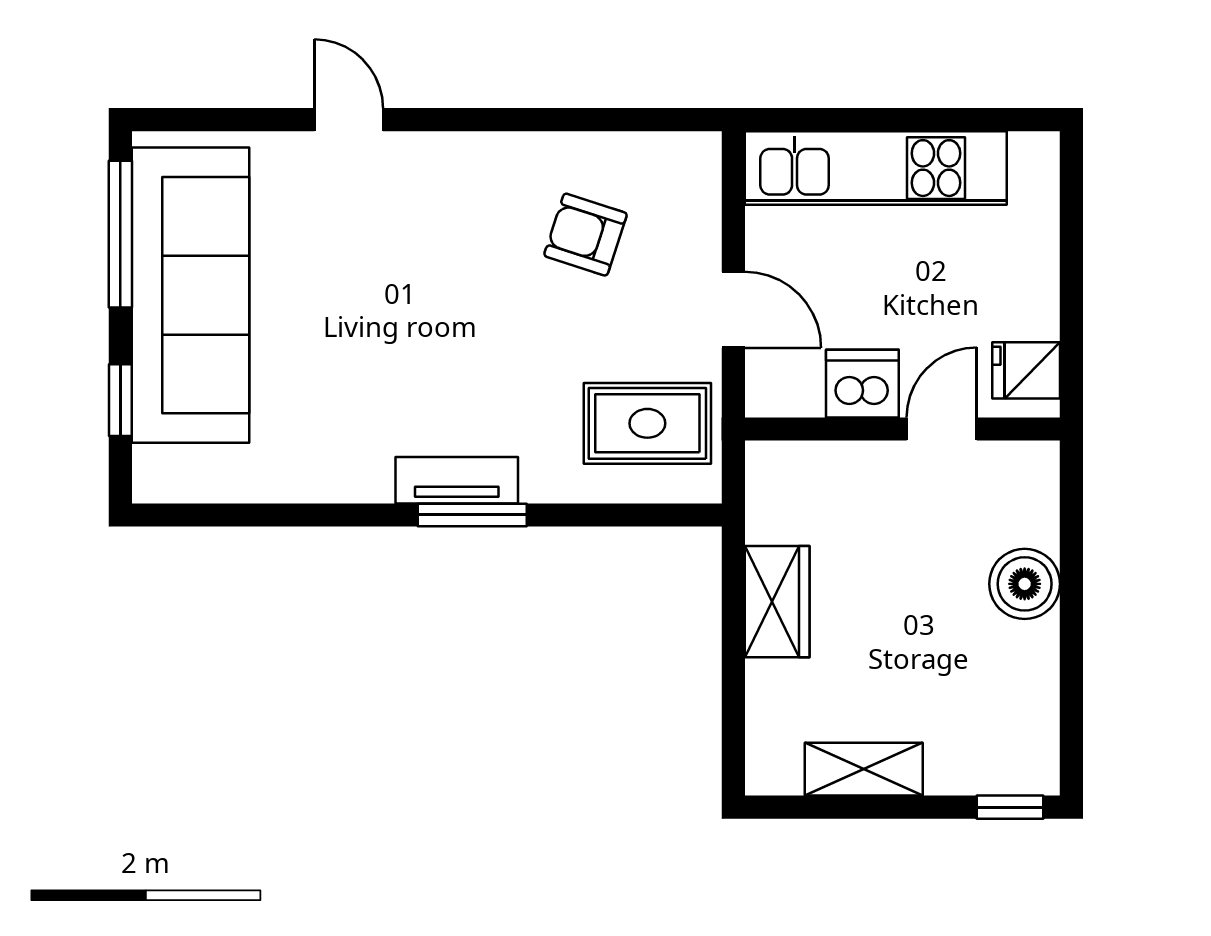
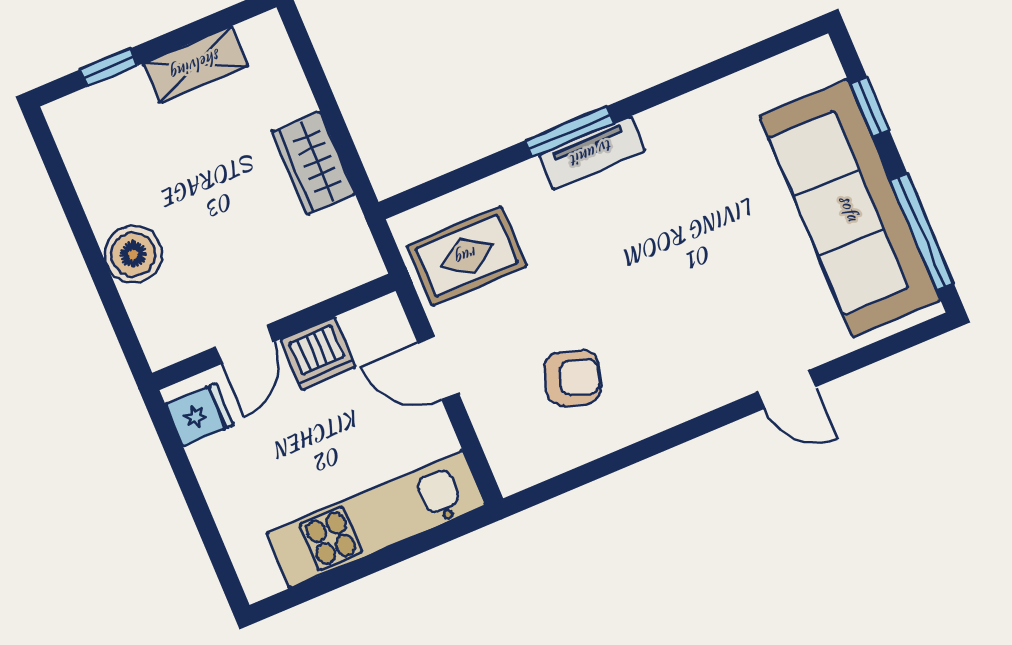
window: (1010, 807) -> (109, 68), moved

